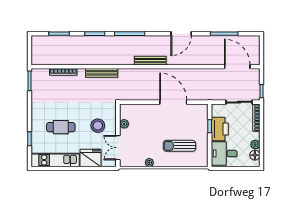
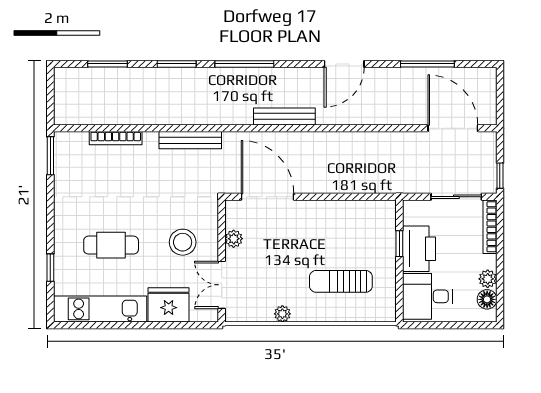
door: (173, 102) -> (268, 197), moved

